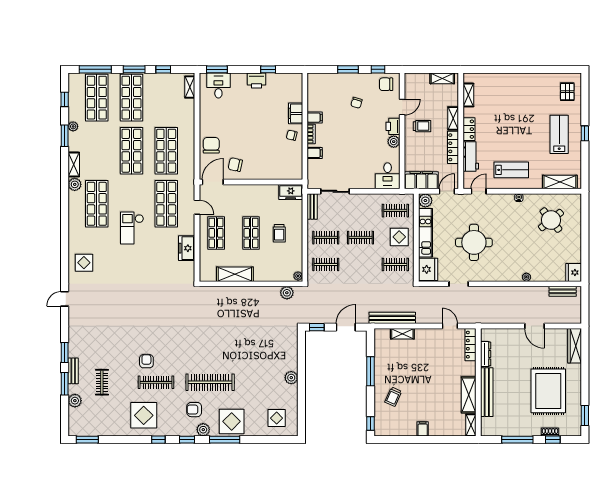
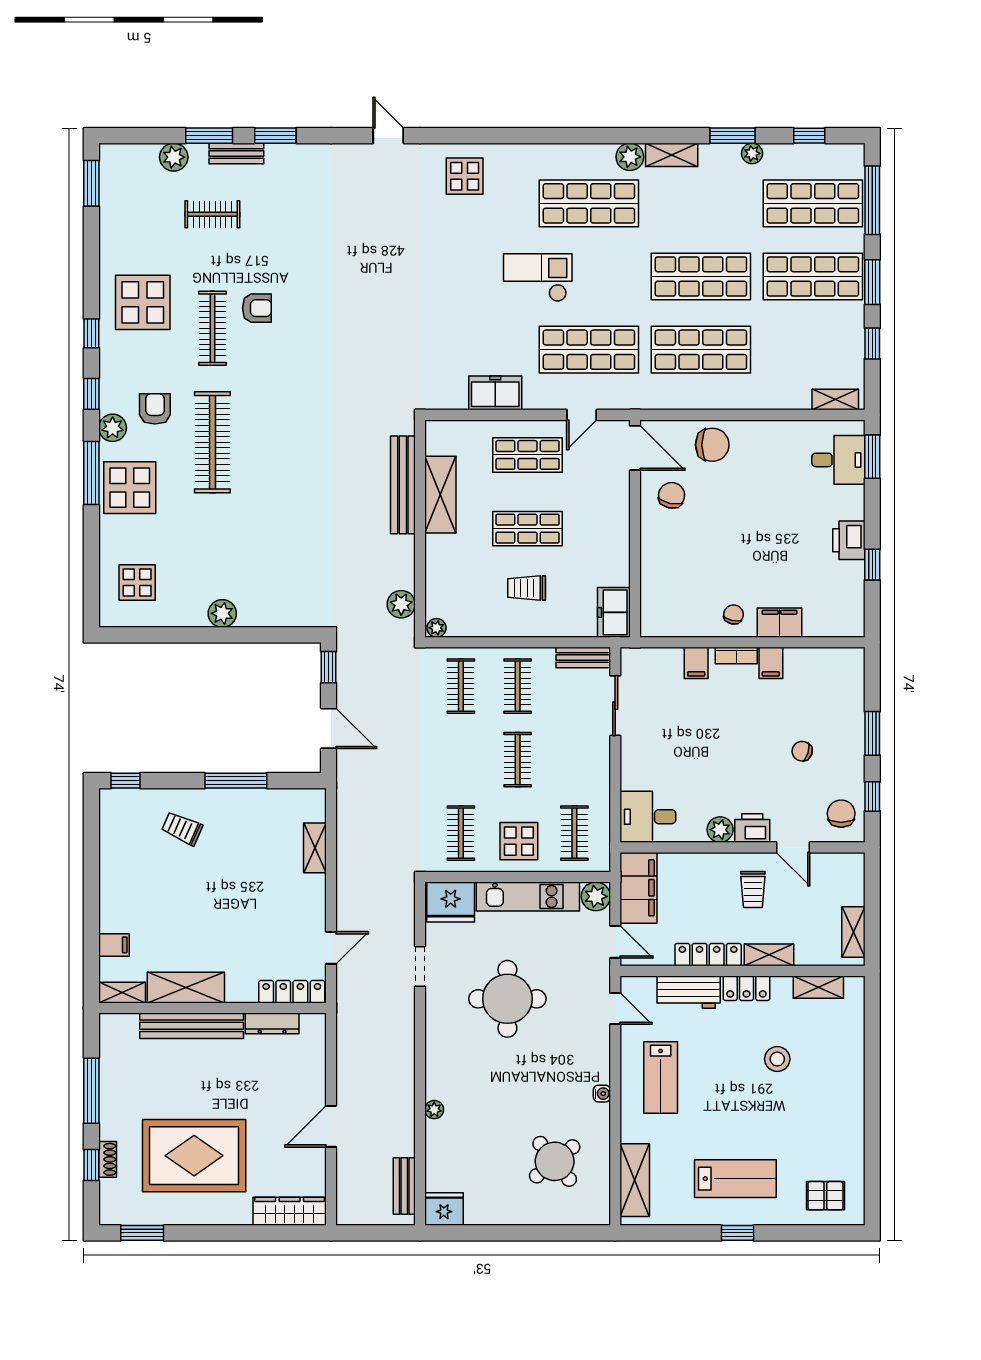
stool: (502, 115) -> (777, 1059), added
bench: (392, 318) -> (403, 485), moved
filing cabinet: (423, 429) -> (114, 945), moved

